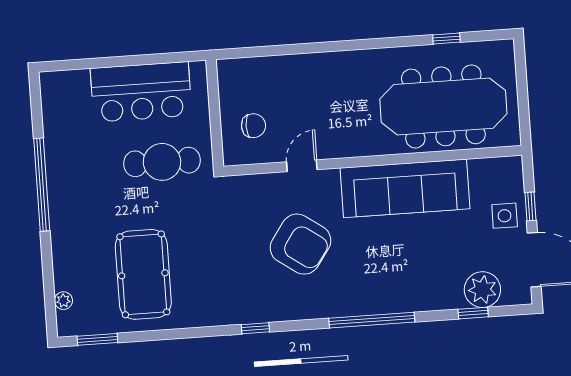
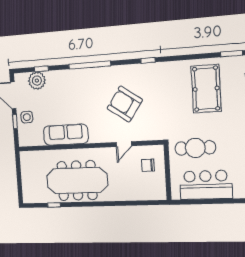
meeting table: (443, 106) -> (77, 181), moved
sofa: (405, 188) -> (66, 135), width x0.74, depth x0.79

